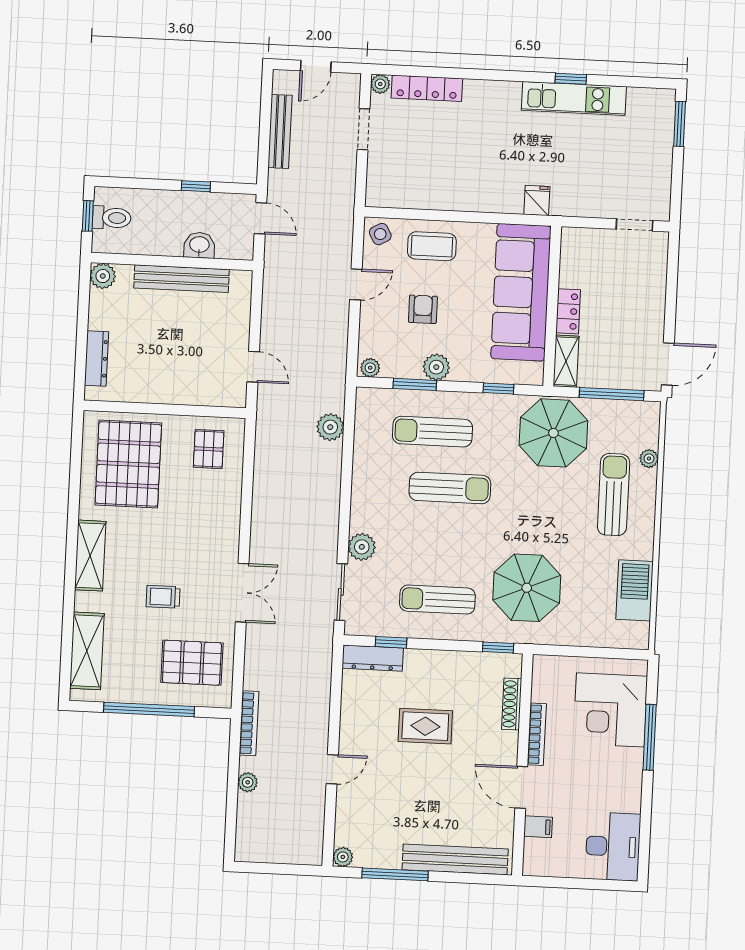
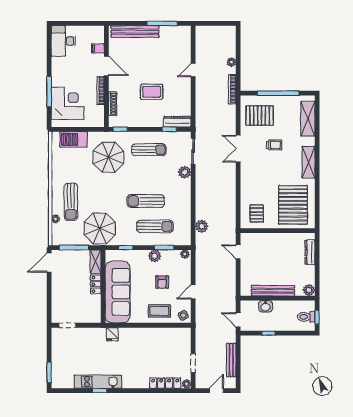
barbecue: (635, 590) -> (74, 139), moved, turned 90
plant: (343, 857) -> (186, 30), removed

